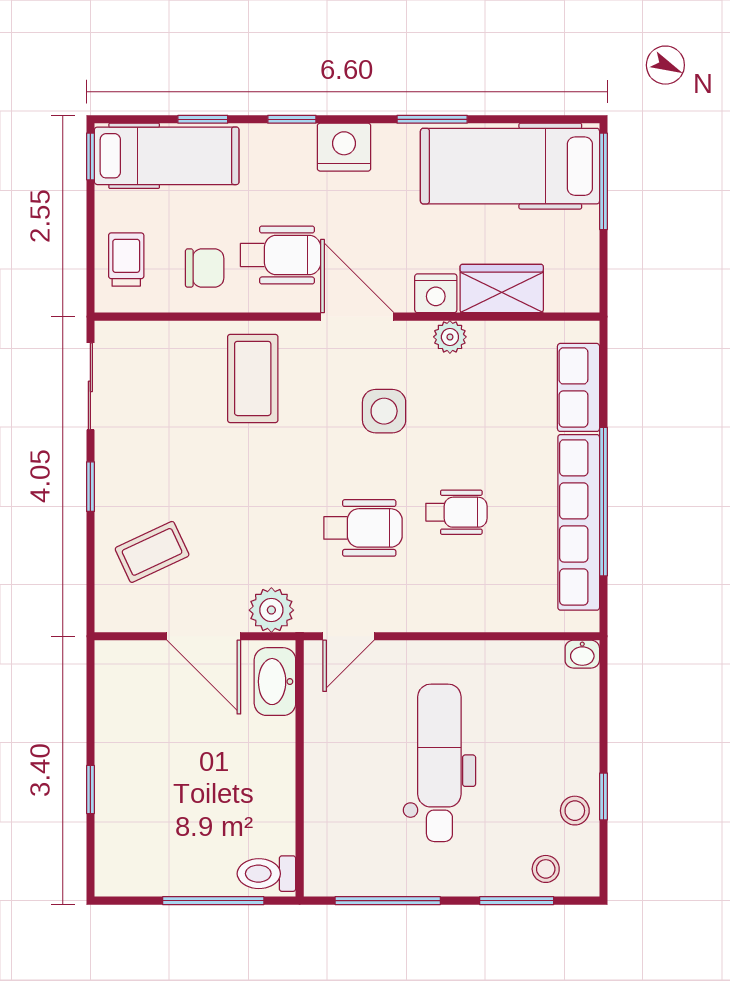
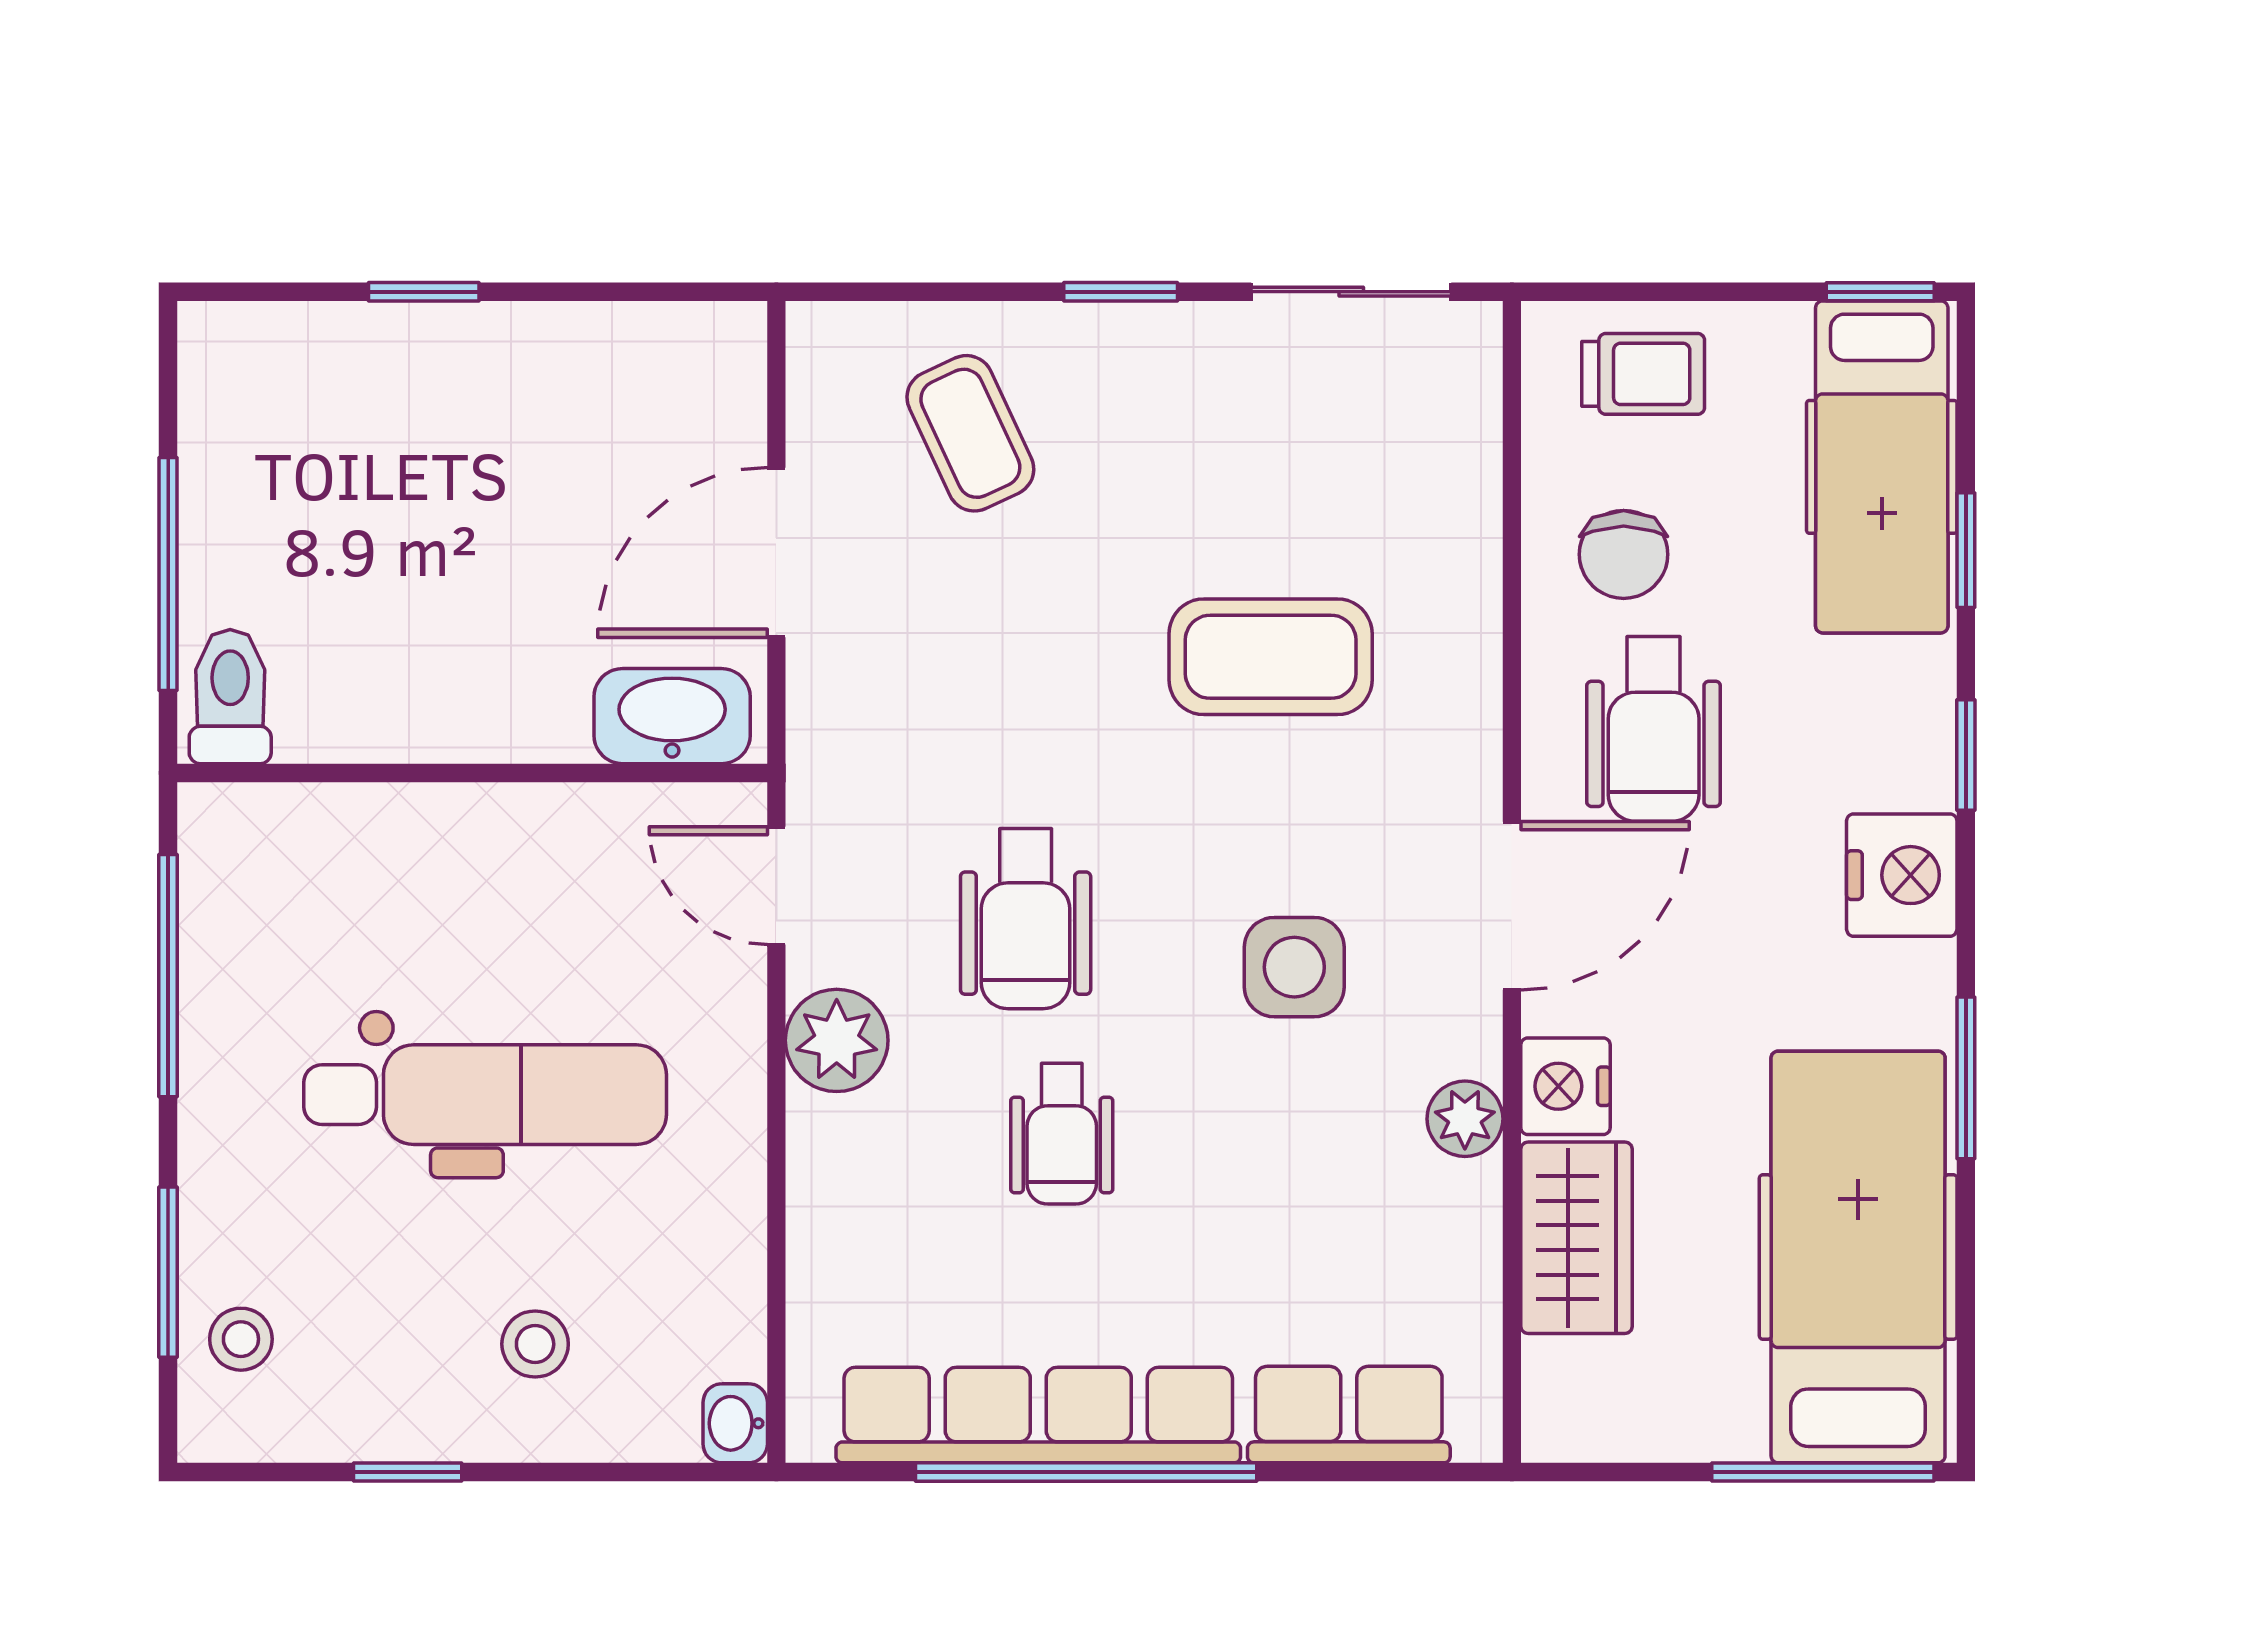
coffee table: (253, 378) -> (1271, 657), moved
plant: (271, 610) -> (837, 1040), moved
stool: (575, 811) -> (535, 1344), moved

